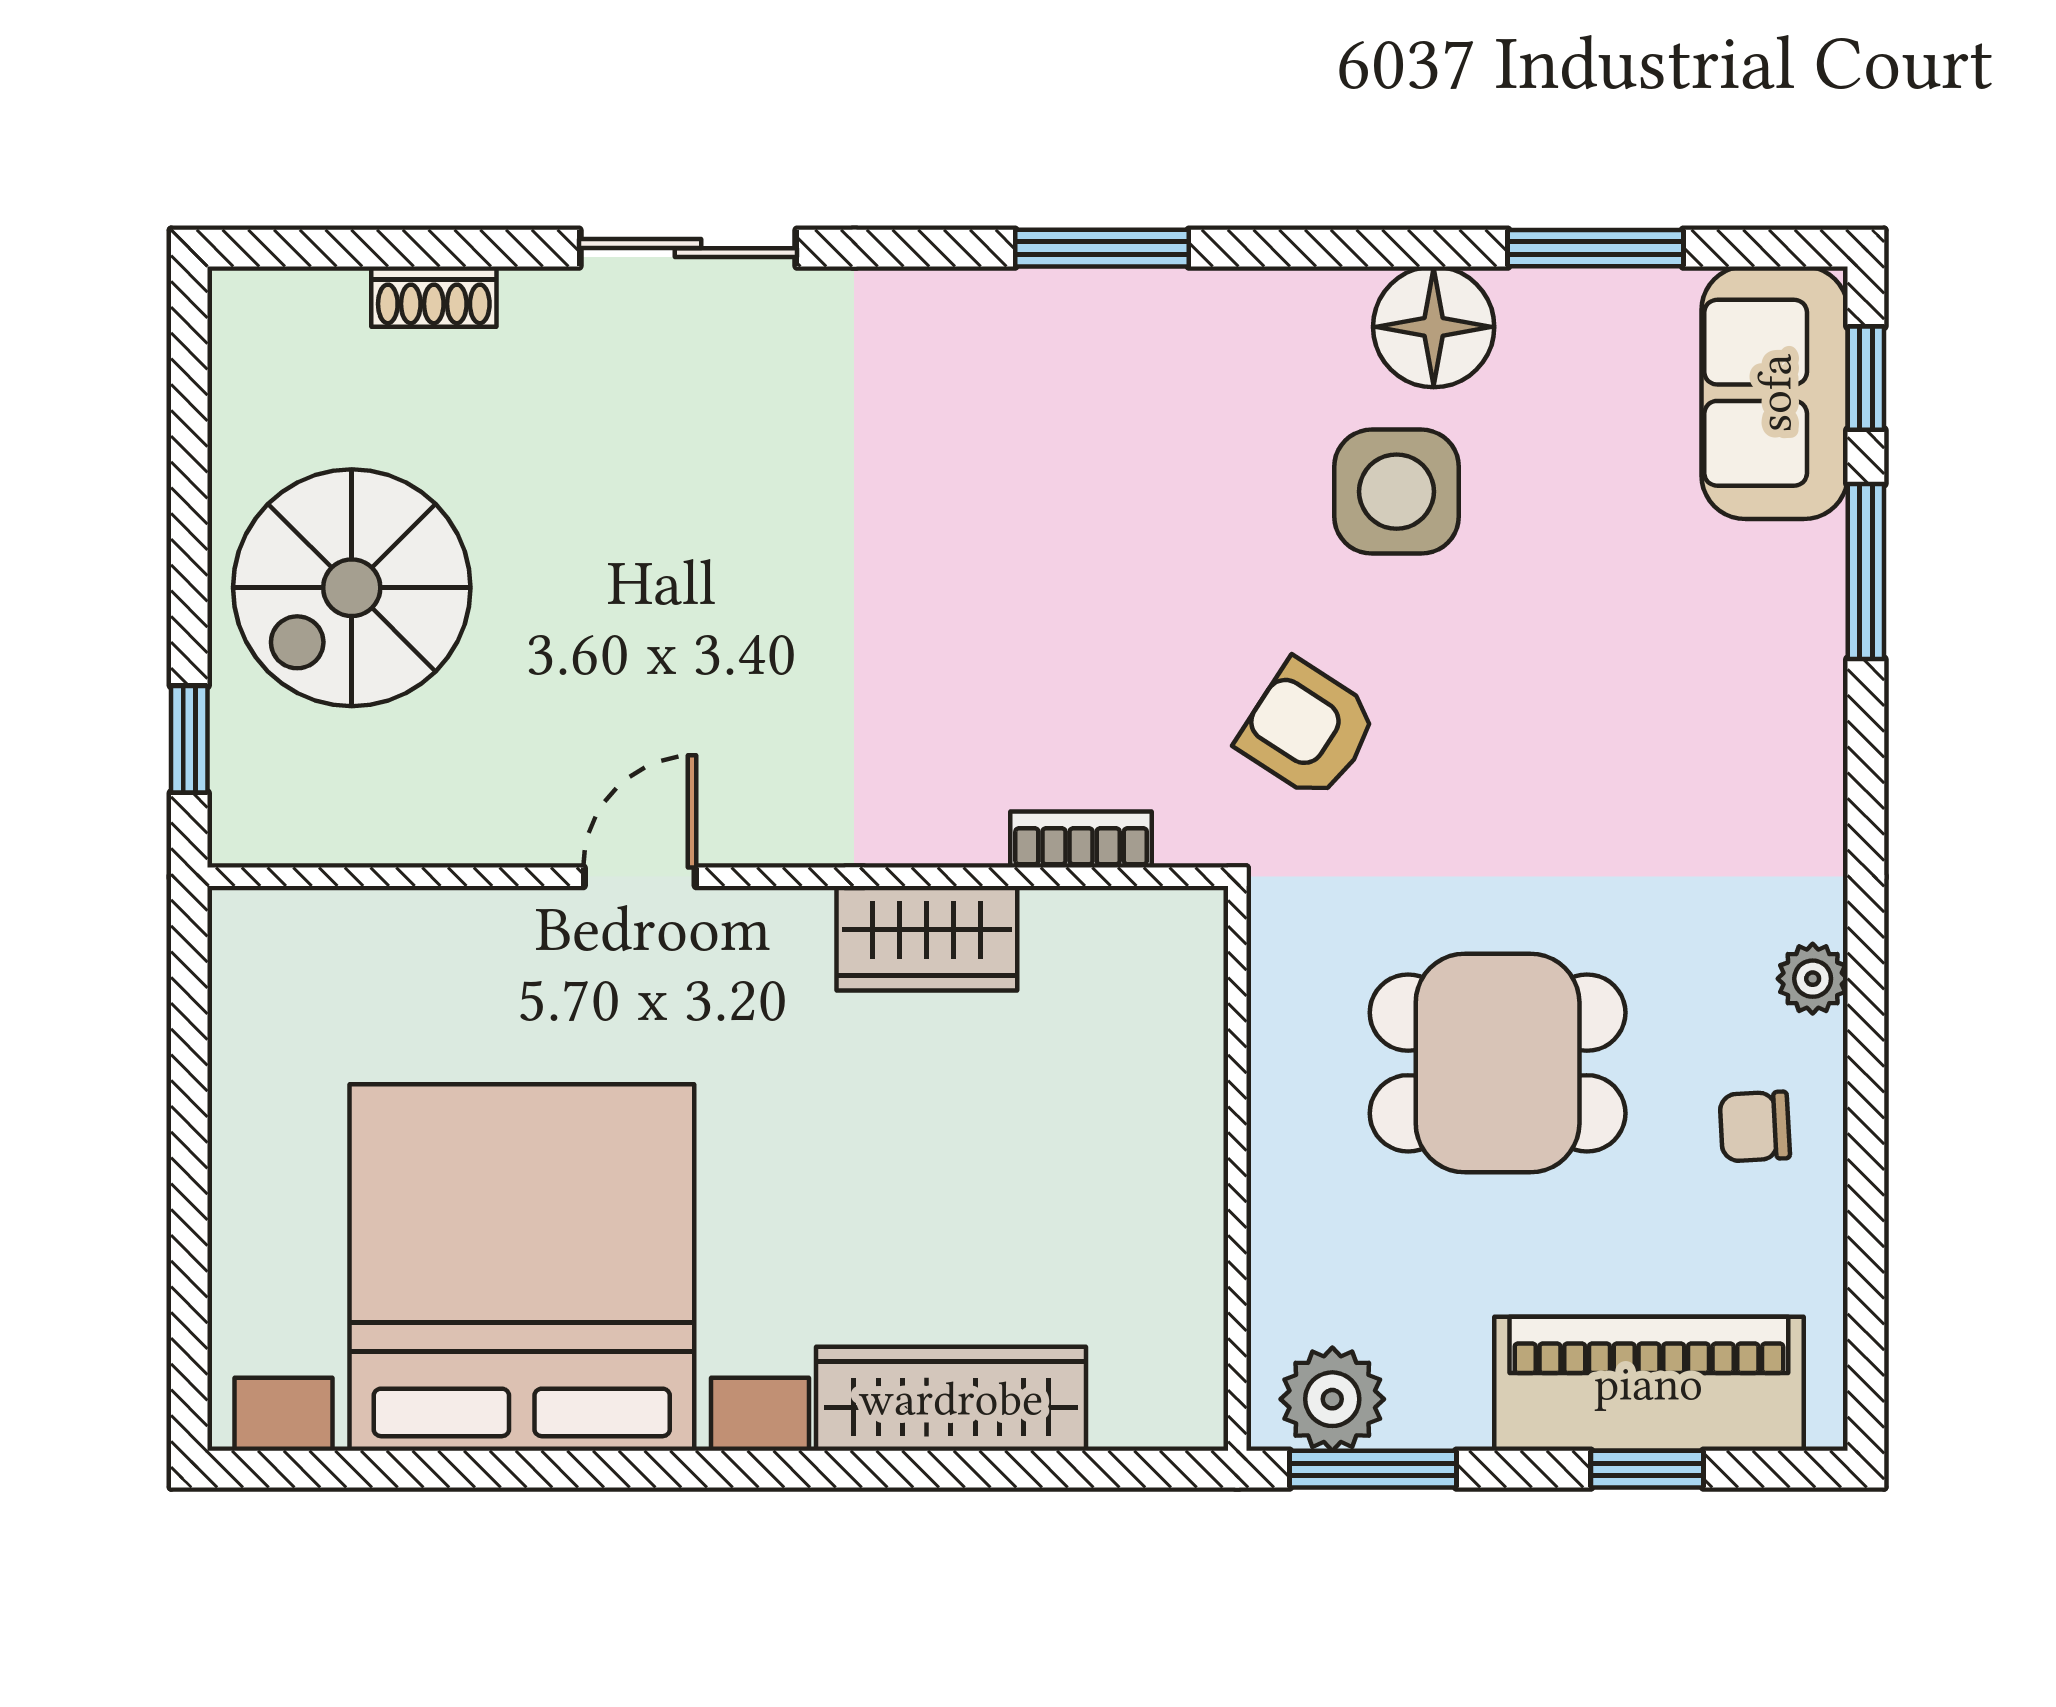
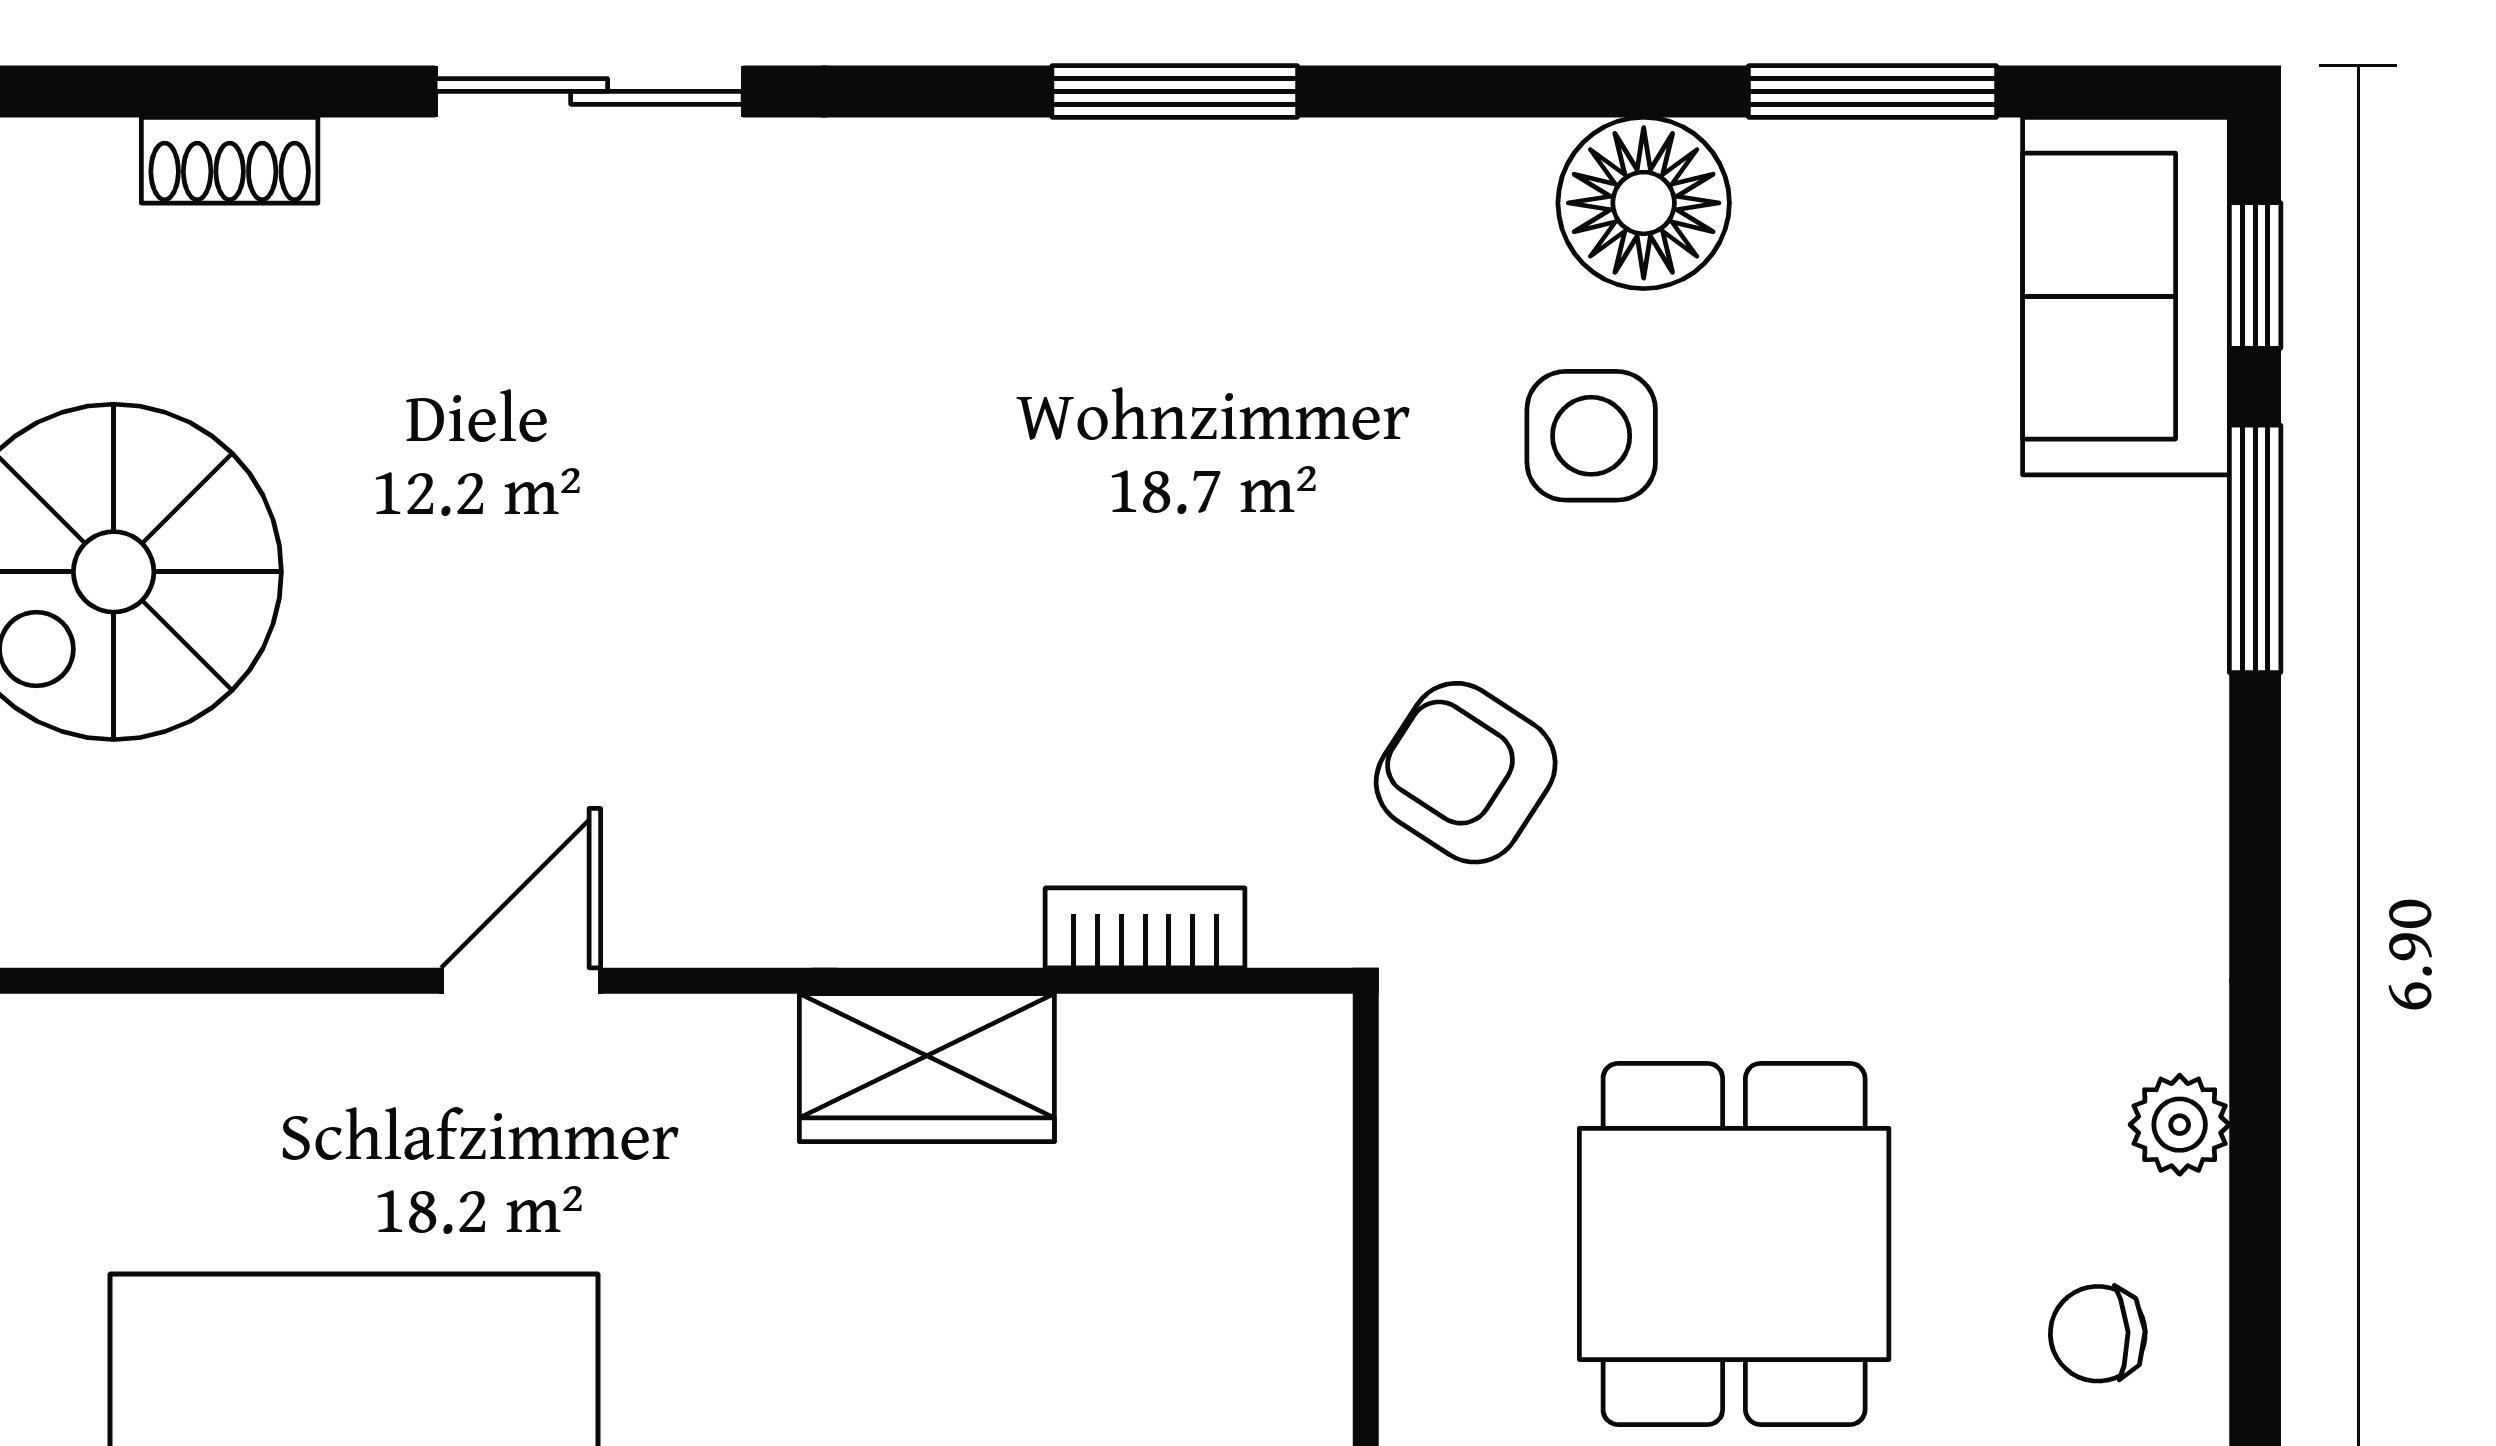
side table: (1397, 492) -> (1591, 436), width x0.73, depth x0.73
dining table: (1498, 1063) -> (1734, 1244), turned 90

